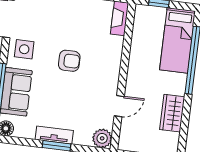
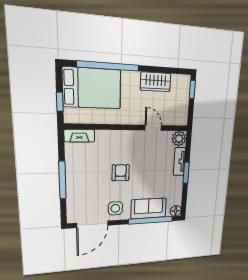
bed: (177, 40) -> (92, 88), width x1.50
tv unit: (54, 135) -> (179, 161), moved

